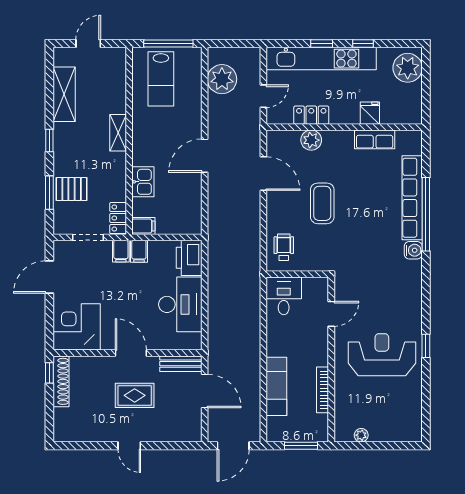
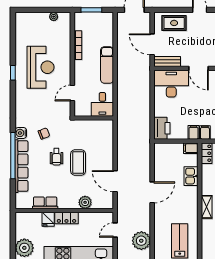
locker: (311, 115) -> (66, 218), moved
wheelchair: (284, 247) -> (56, 157), moved
chair: (377, 249) -> (44, 134), added
desk: (180, 304) -> (171, 84), moved, turned 90
reception desk: (382, 355) -> (41, 67), turned -90
exam couch: (276, 386) -> (107, 65), moved
rug: (135, 395) -> (174, 23), moved

